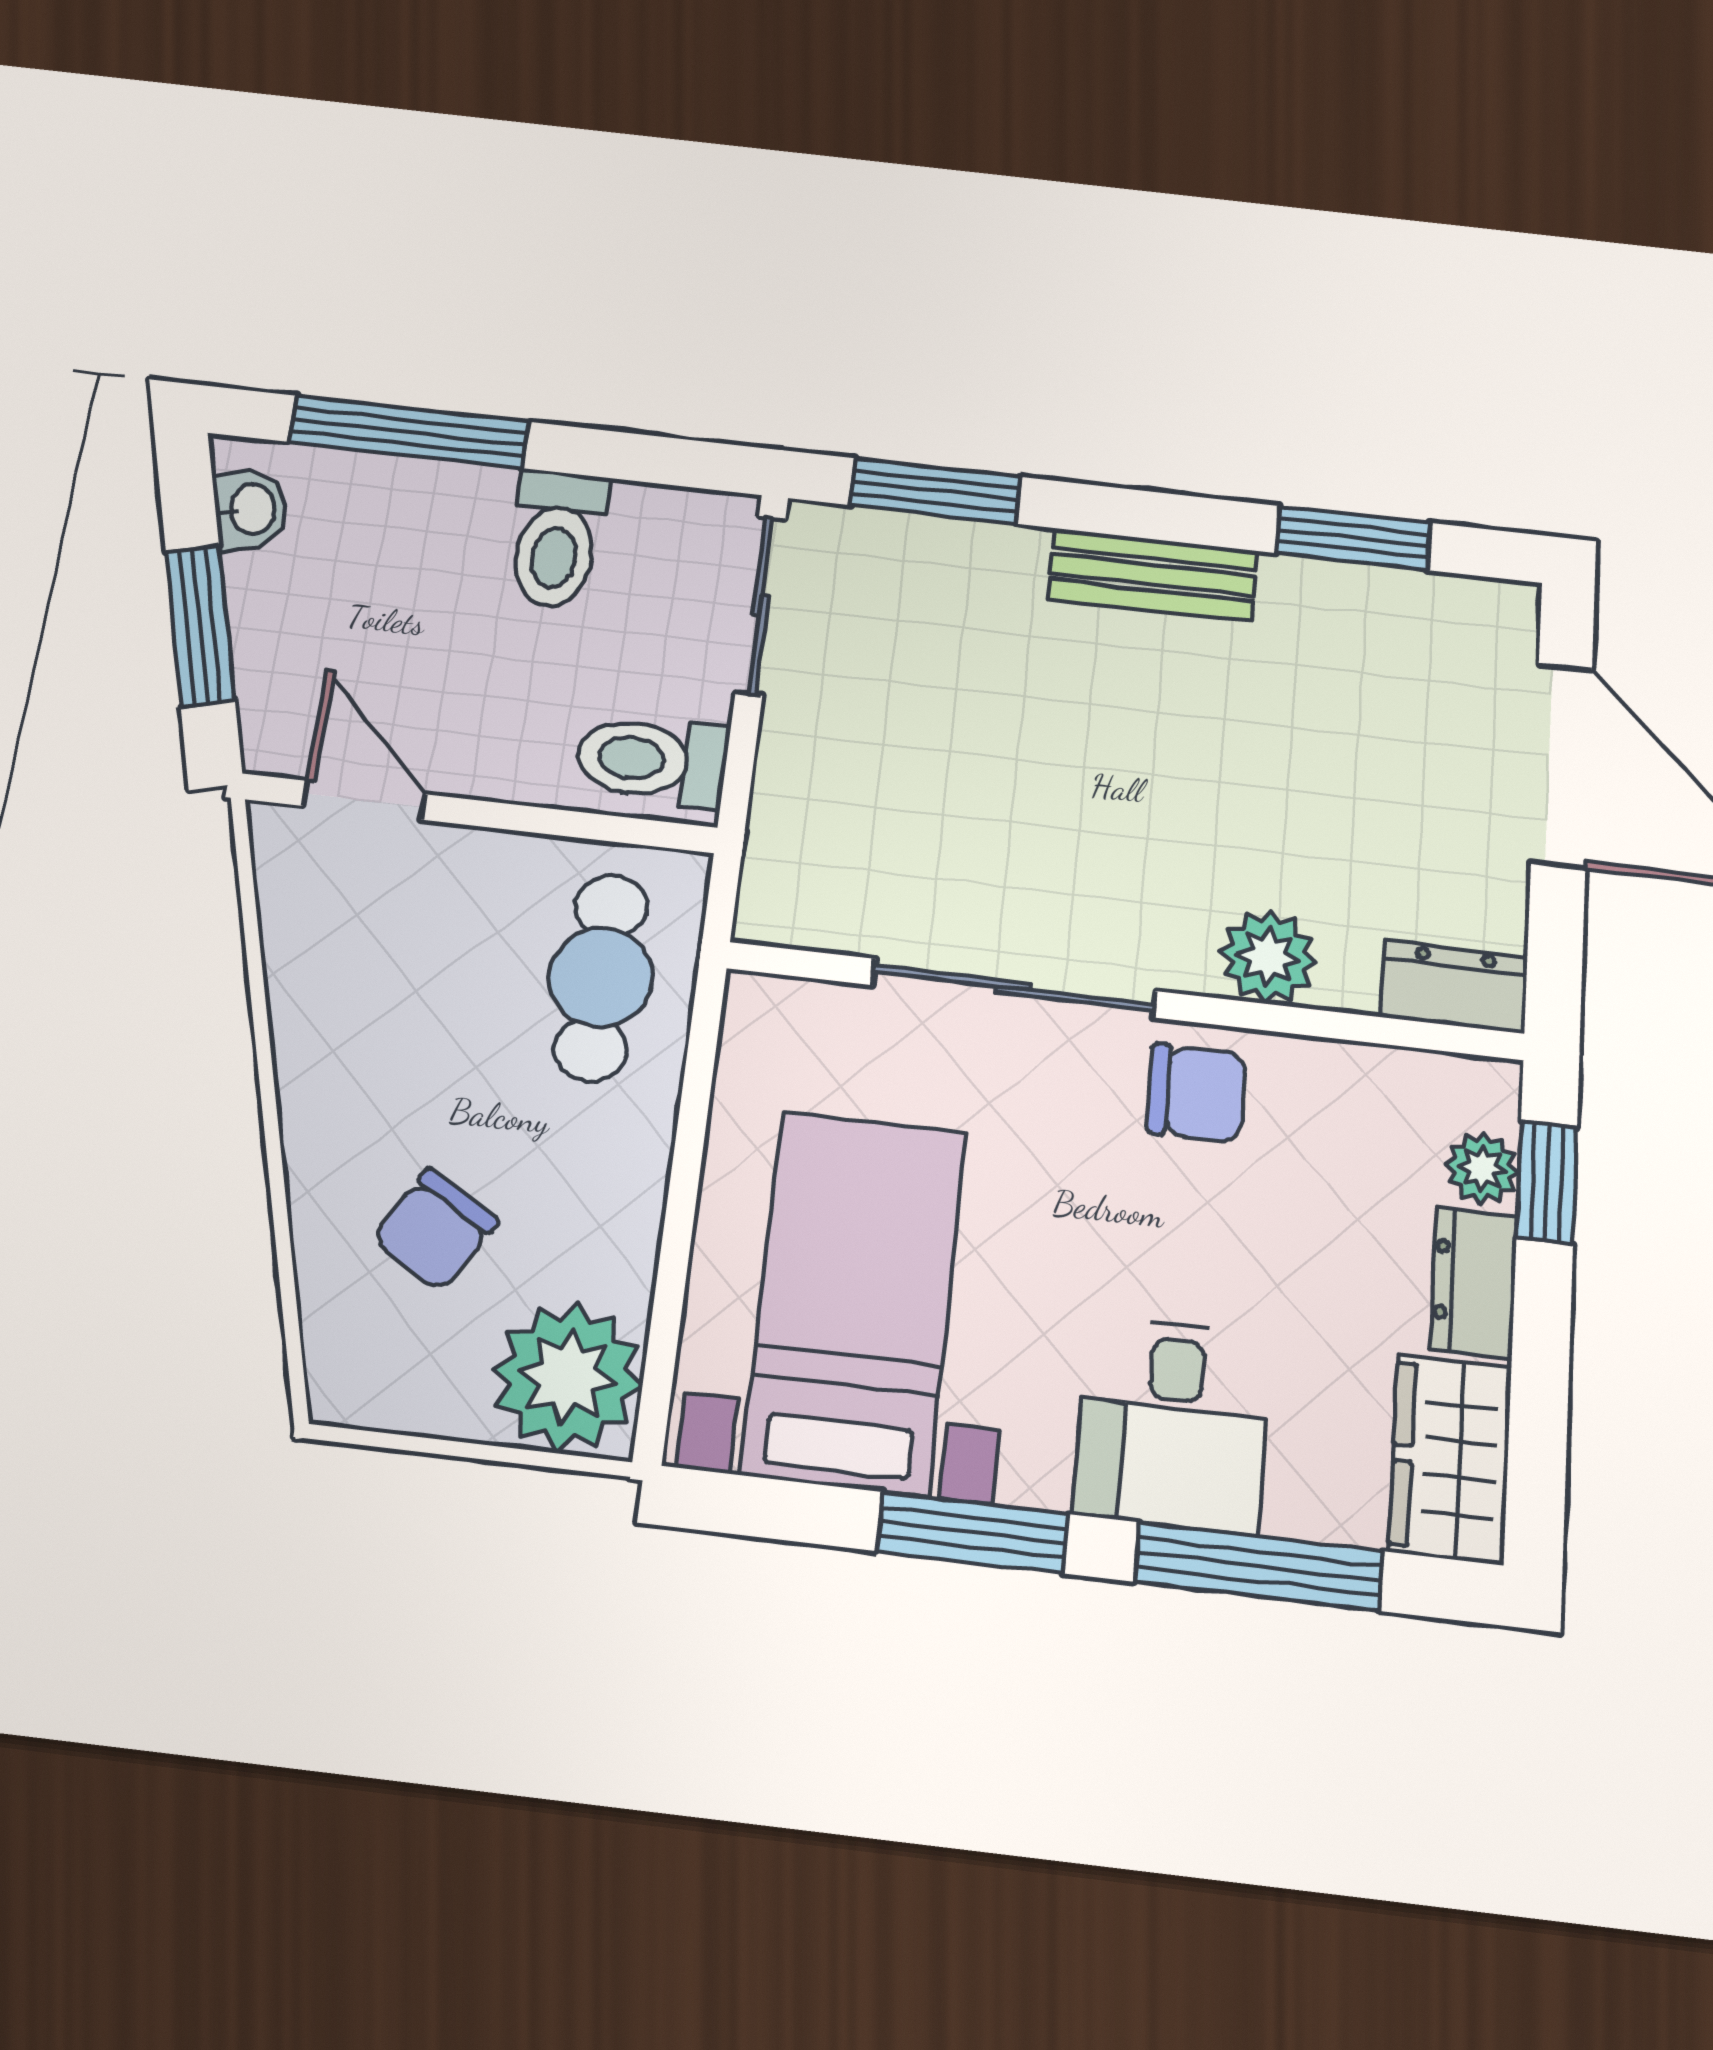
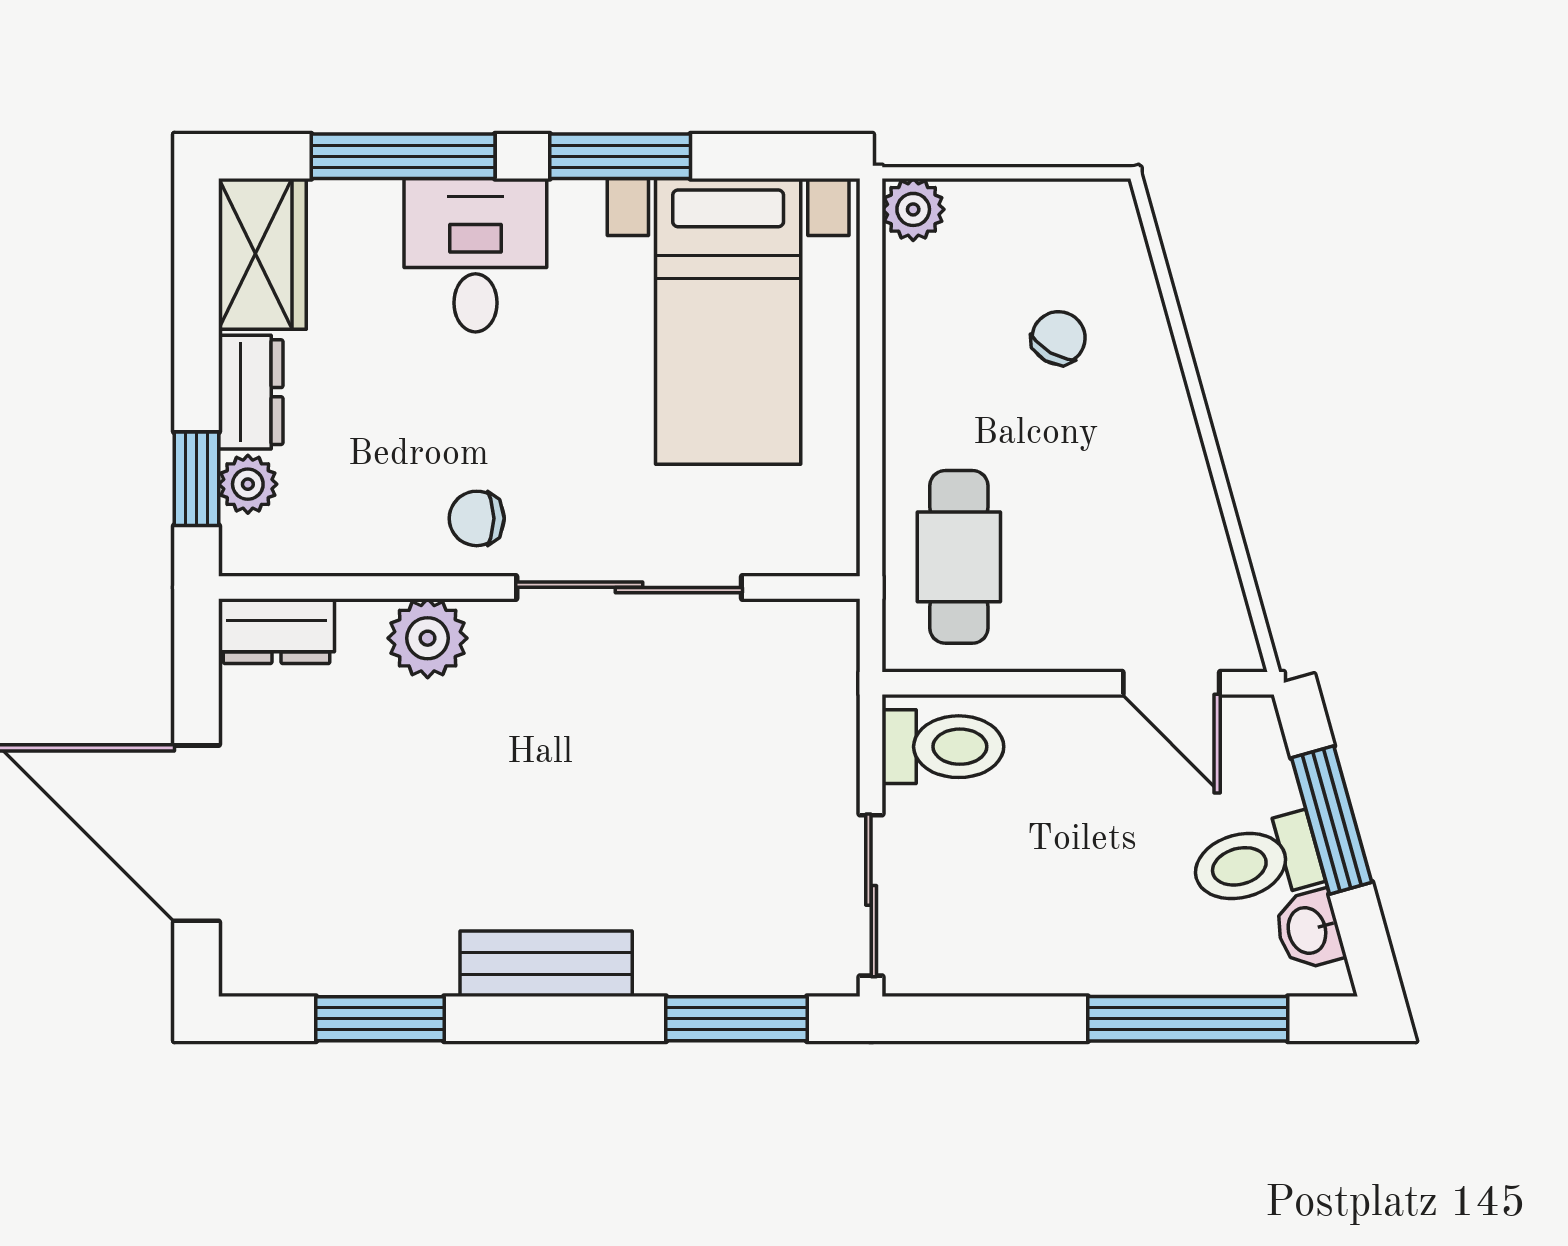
toilet: (557, 539) -> (1256, 862), moved, turned -106
chair: (1197, 1093) -> (477, 518), width x0.73, depth x0.73
chair: (435, 1230) -> (1059, 338), width x0.73, depth x0.73
plant: (567, 1377) -> (913, 209), width x0.53, depth x0.53

